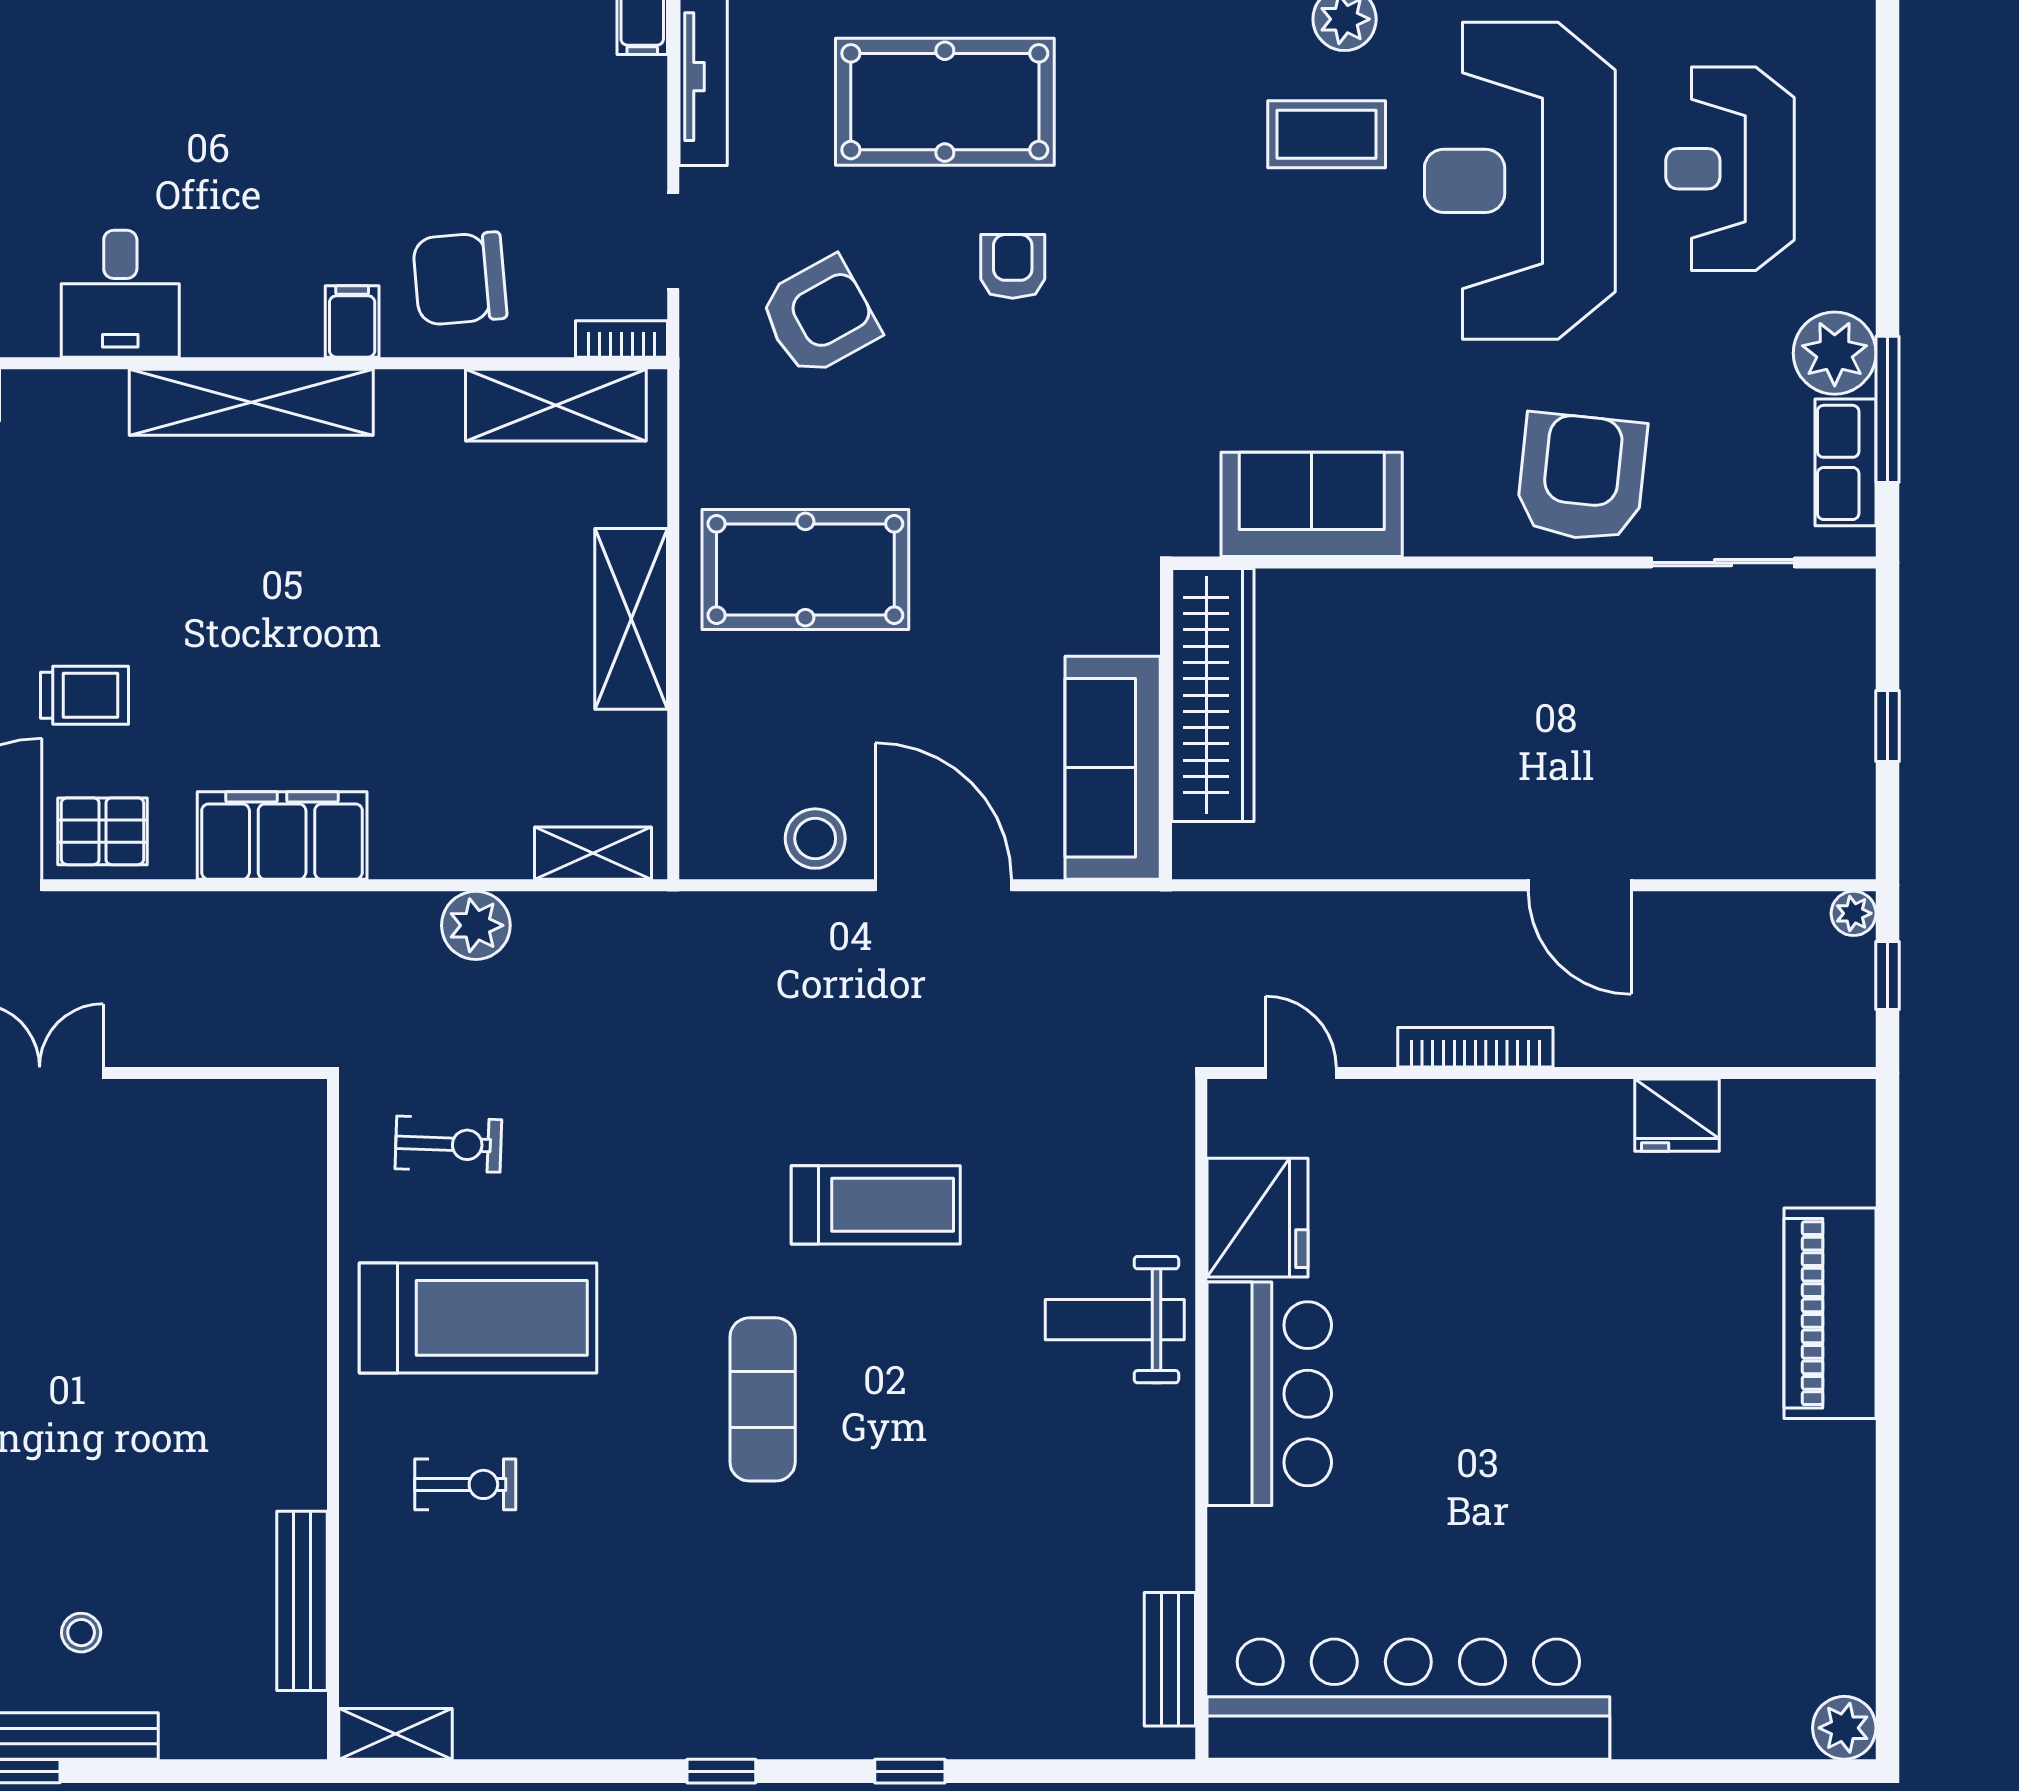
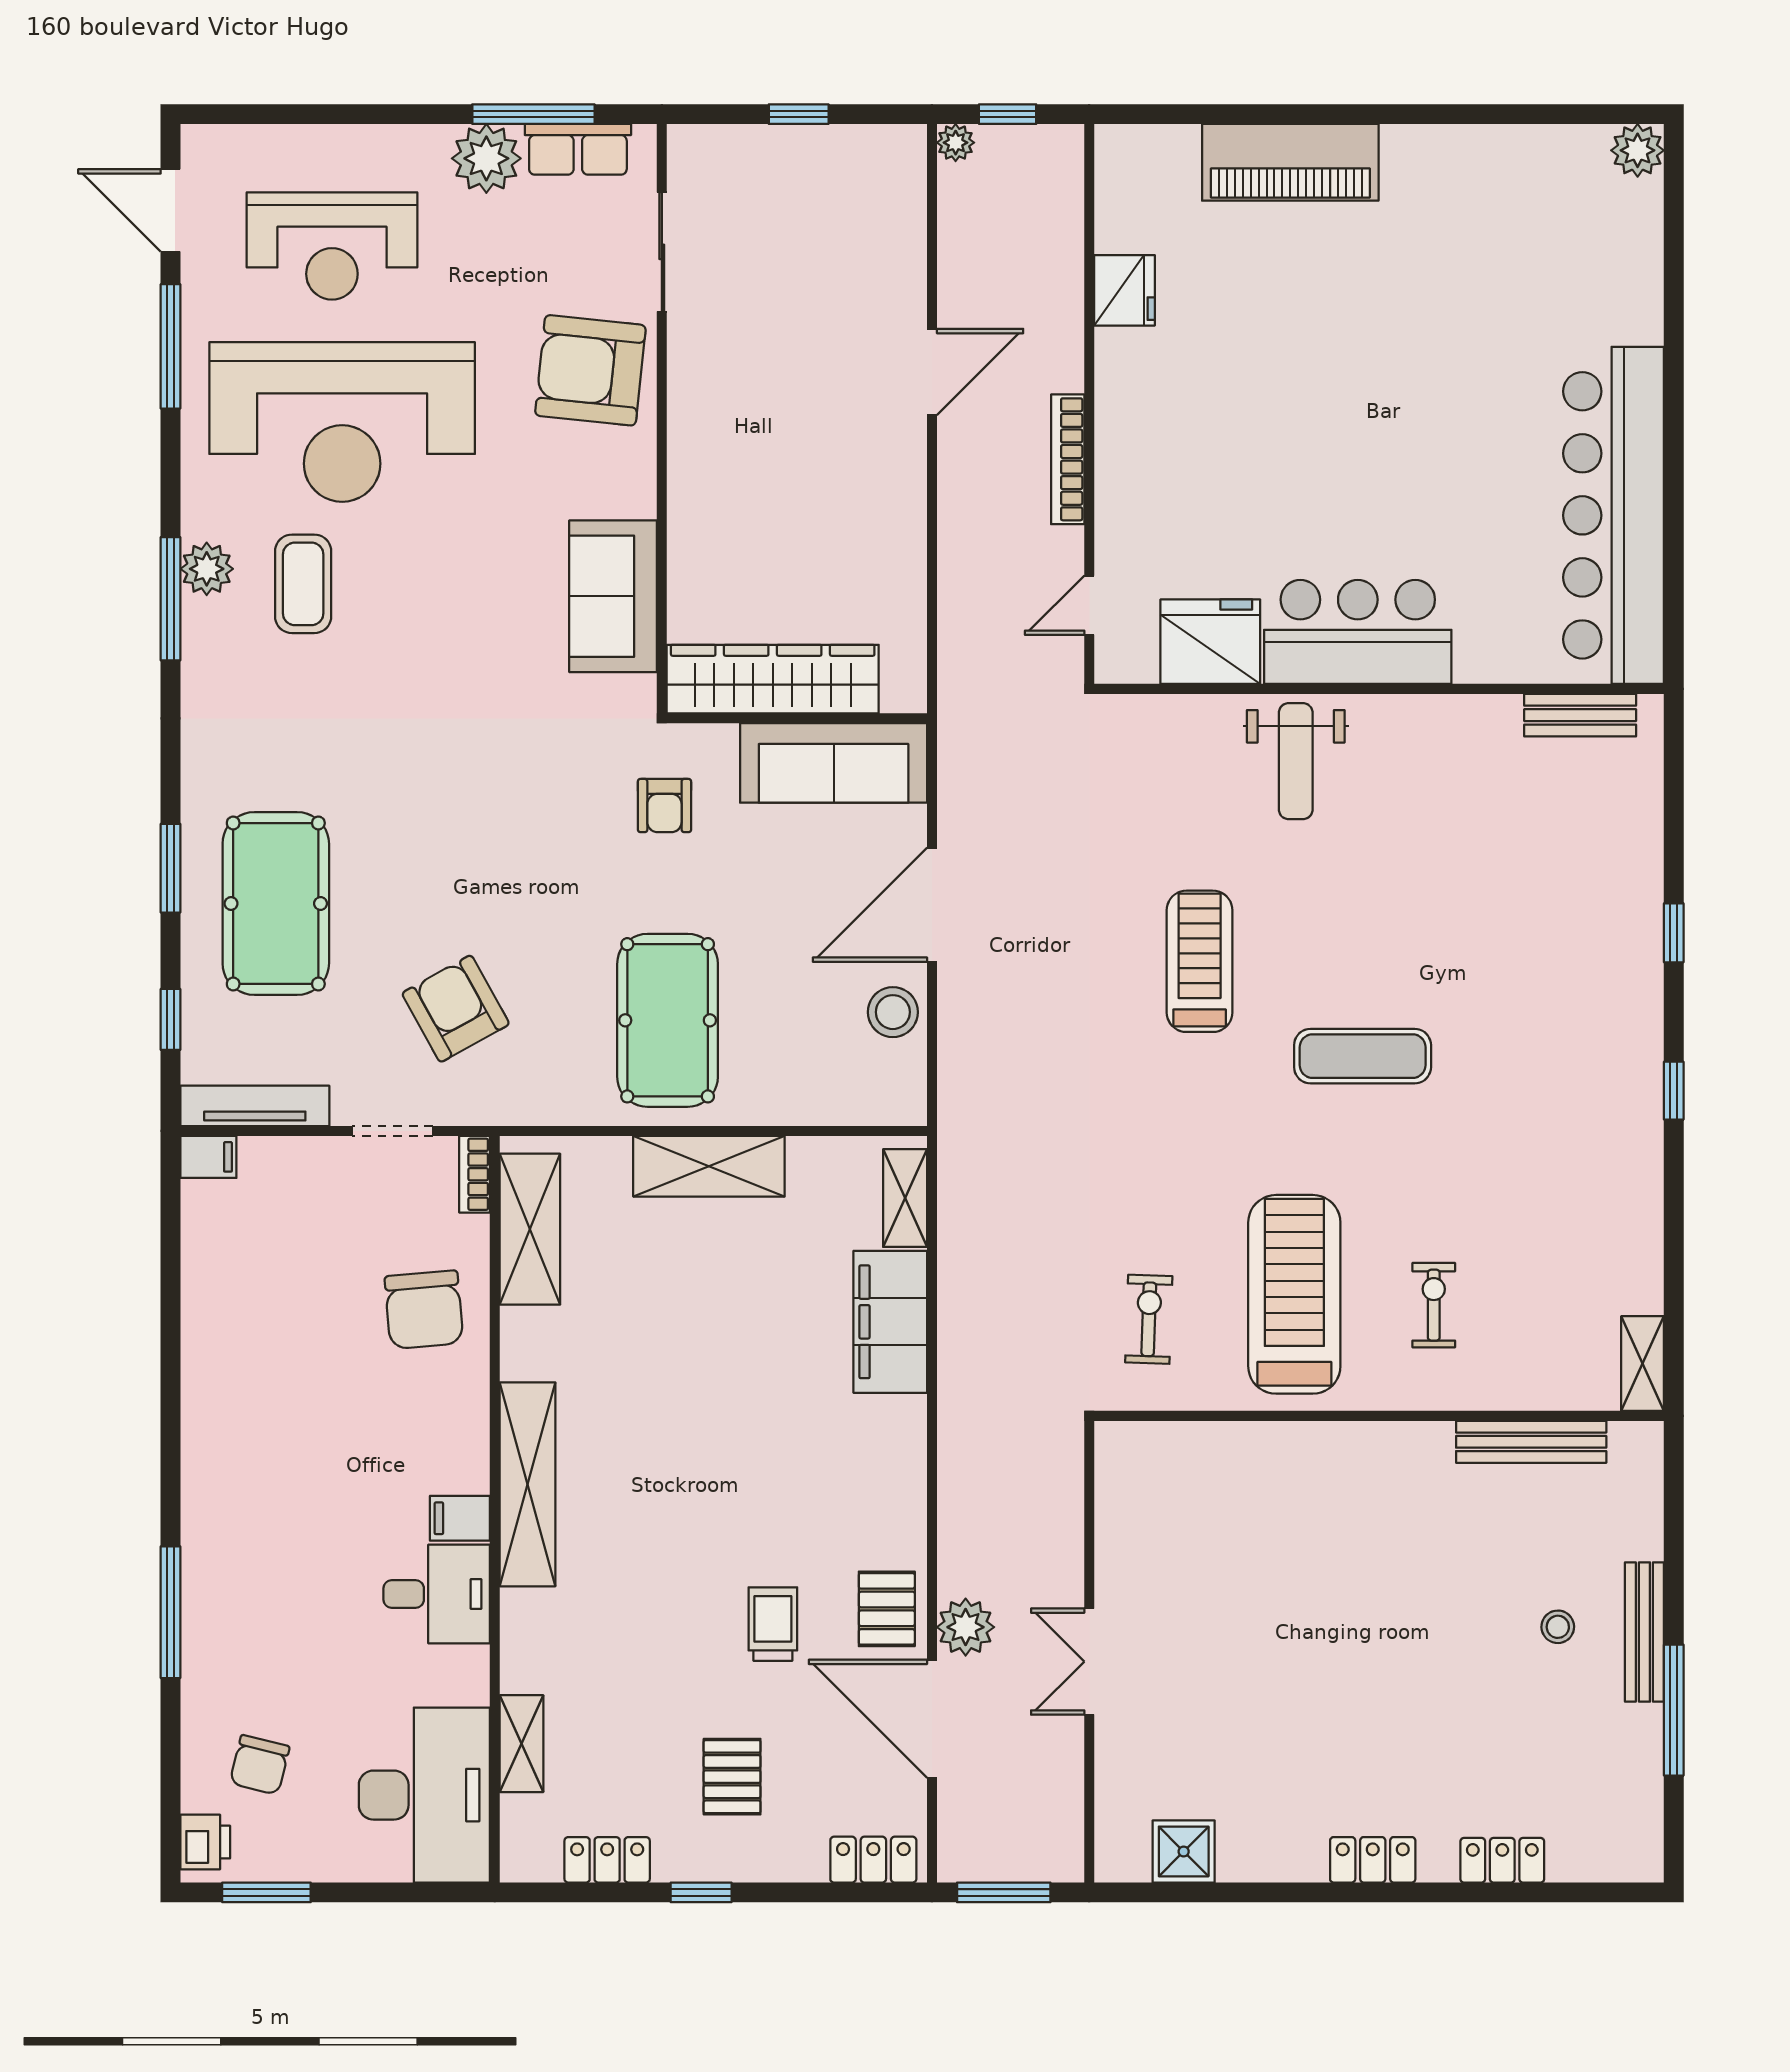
armchair: (1013, 266) -> (664, 806), moved, turned -90
filing cabinet: (352, 321) -> (460, 1518), moved
filing cabinet: (282, 835) -> (890, 1322), moved
plant: (476, 925) -> (966, 1627), moved

